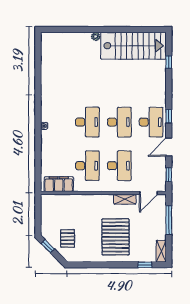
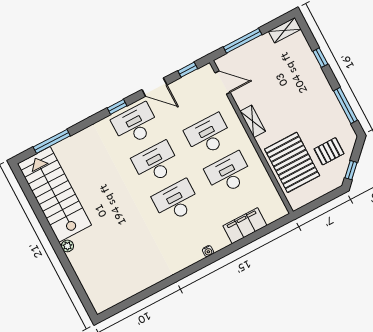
window: (169, 62) -> (52, 141), width x2.17
filing cabinet: (59, 184) -> (245, 226), moved, turned 90
shelving: (125, 199) -> (253, 121), moved
pallet: (116, 237) -> (292, 162), moved, turned 90
window: (92, 265) -> (346, 105), added
window: (145, 265) -> (320, 58), moved

